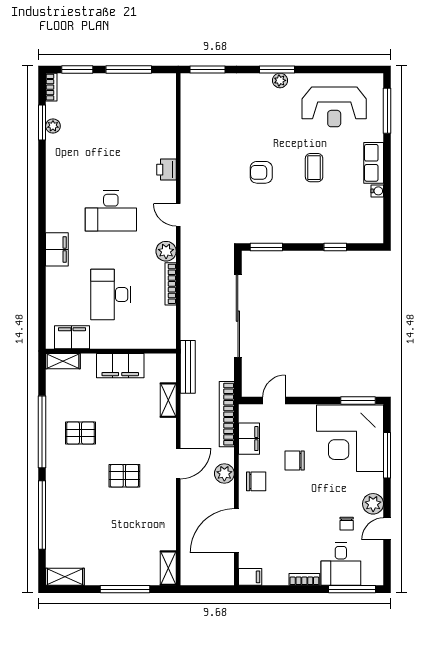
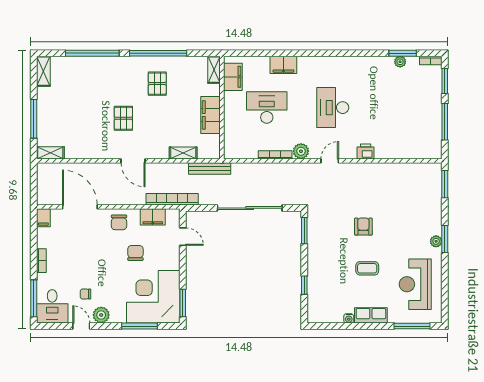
filing cabinet: (57, 249) -> (283, 65), moved
plant: (224, 473) -> (125, 197), removed
desk: (341, 564) -> (52, 306), moved, turned -90

